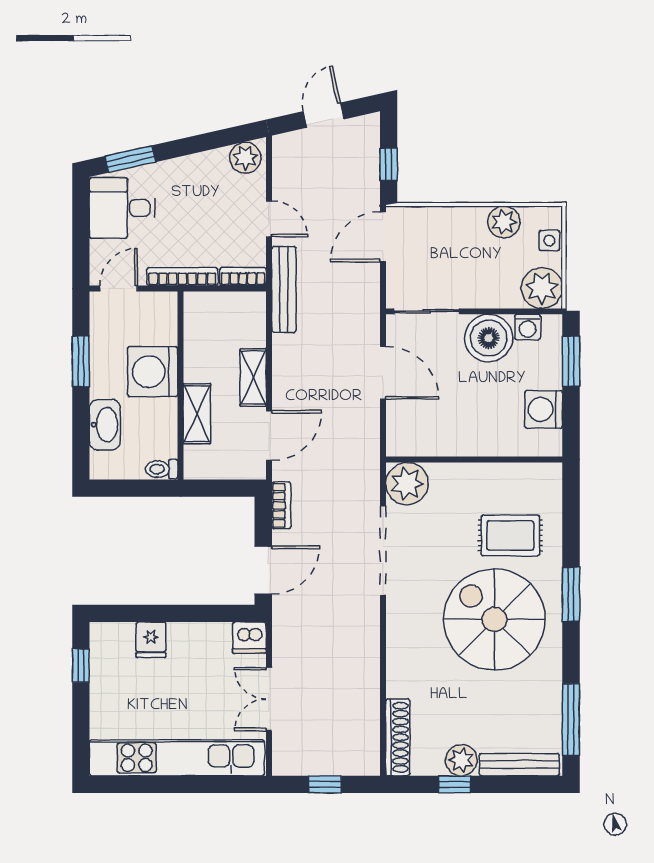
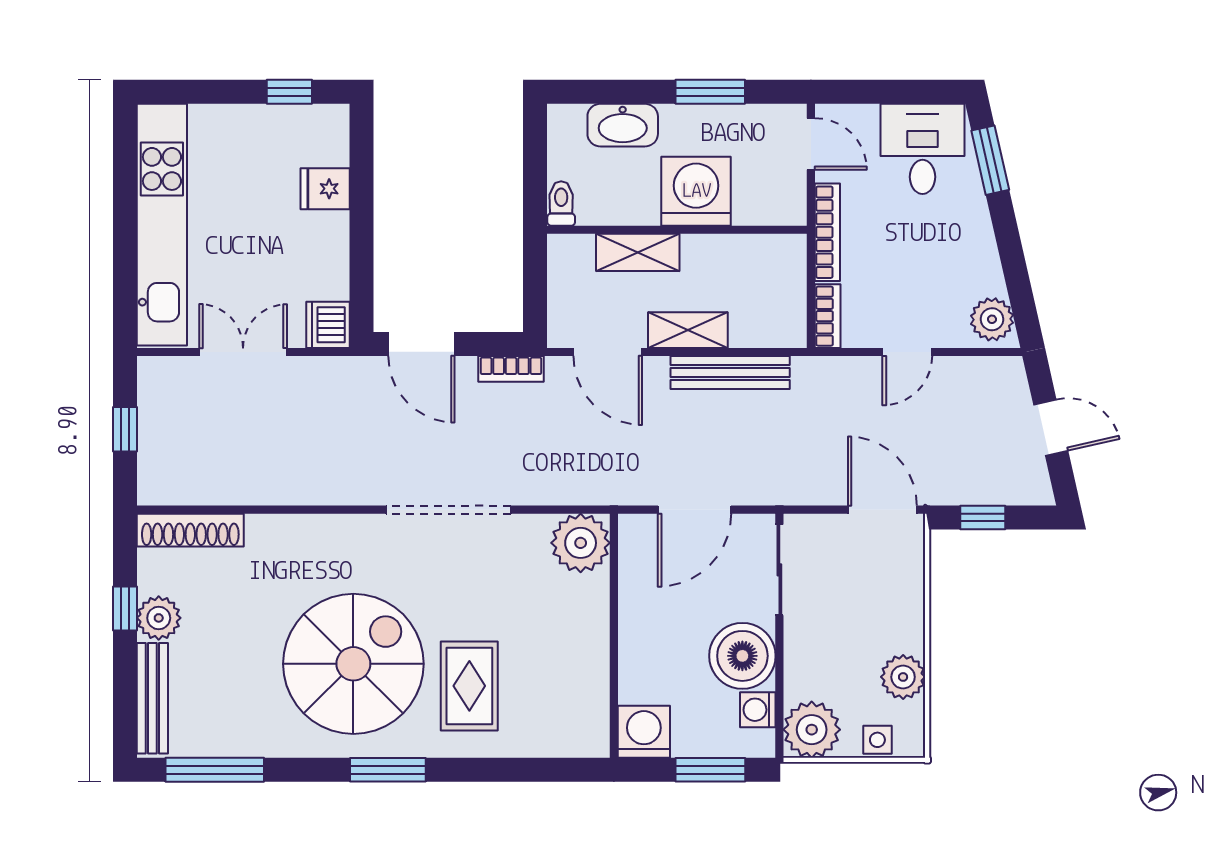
bench: (284, 289) -> (730, 373), moved
wall: (474, 460) -> (614, 636), moved
plant: (407, 484) -> (581, 543), moved

